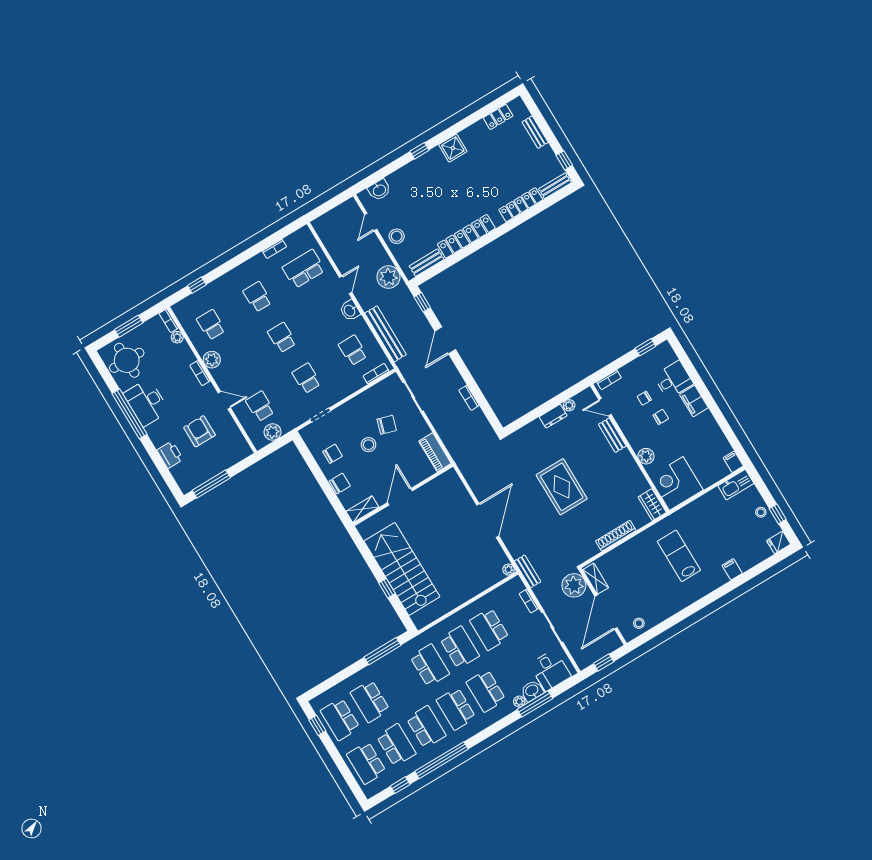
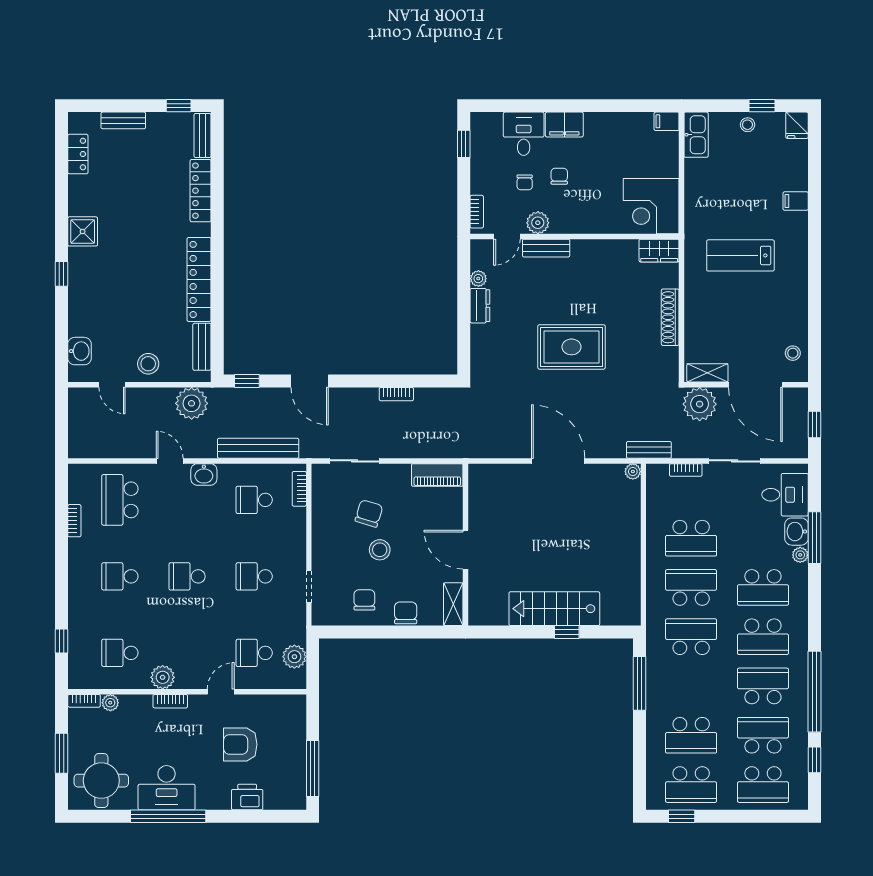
plant: (646, 456) -> (538, 223), moved
stairs: (402, 569) -> (554, 609), width x0.73, depth x0.66

